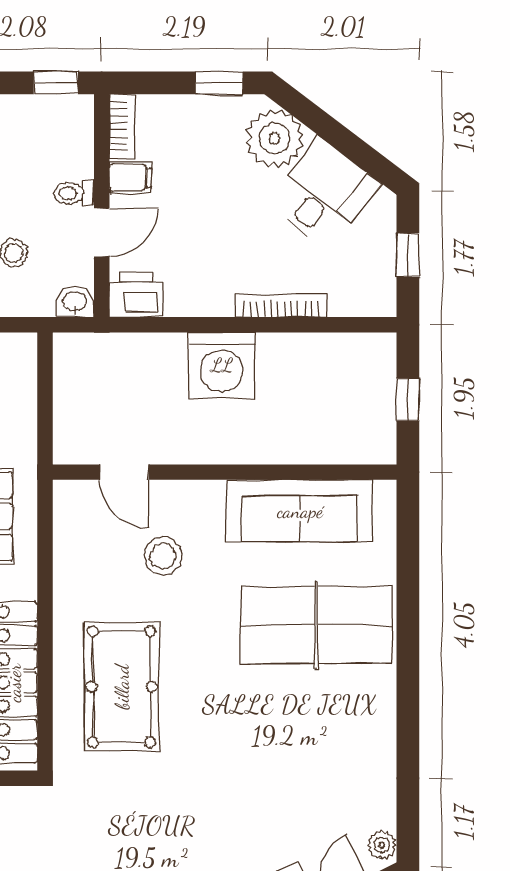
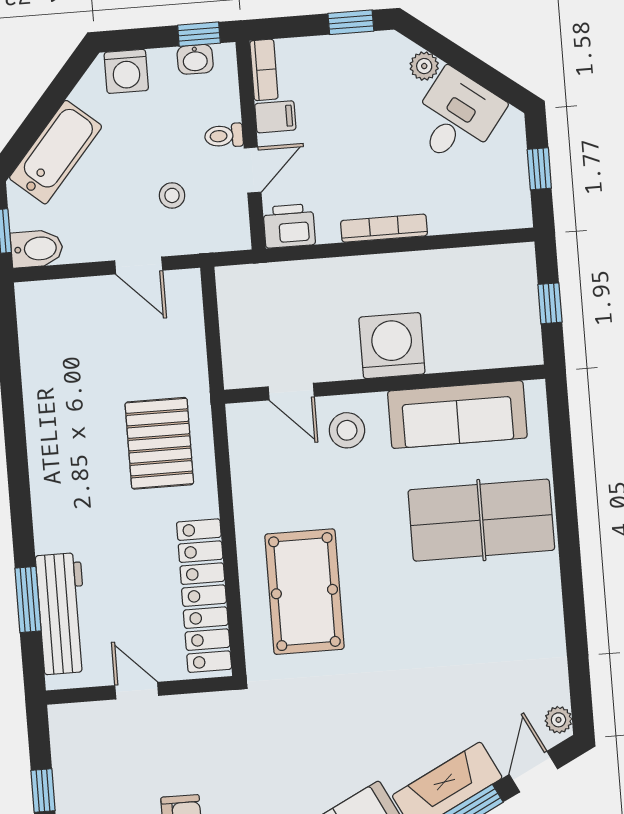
plant: (275, 138) -> (424, 66), width x0.53, depth x0.53
washbasin: (74, 302) -> (195, 59), moved, turned 180
bookcase: (281, 305) -> (384, 228), moved
washing machine: (222, 365) -> (392, 346), moved, turned 180
stool: (163, 556) -> (347, 430), moved

